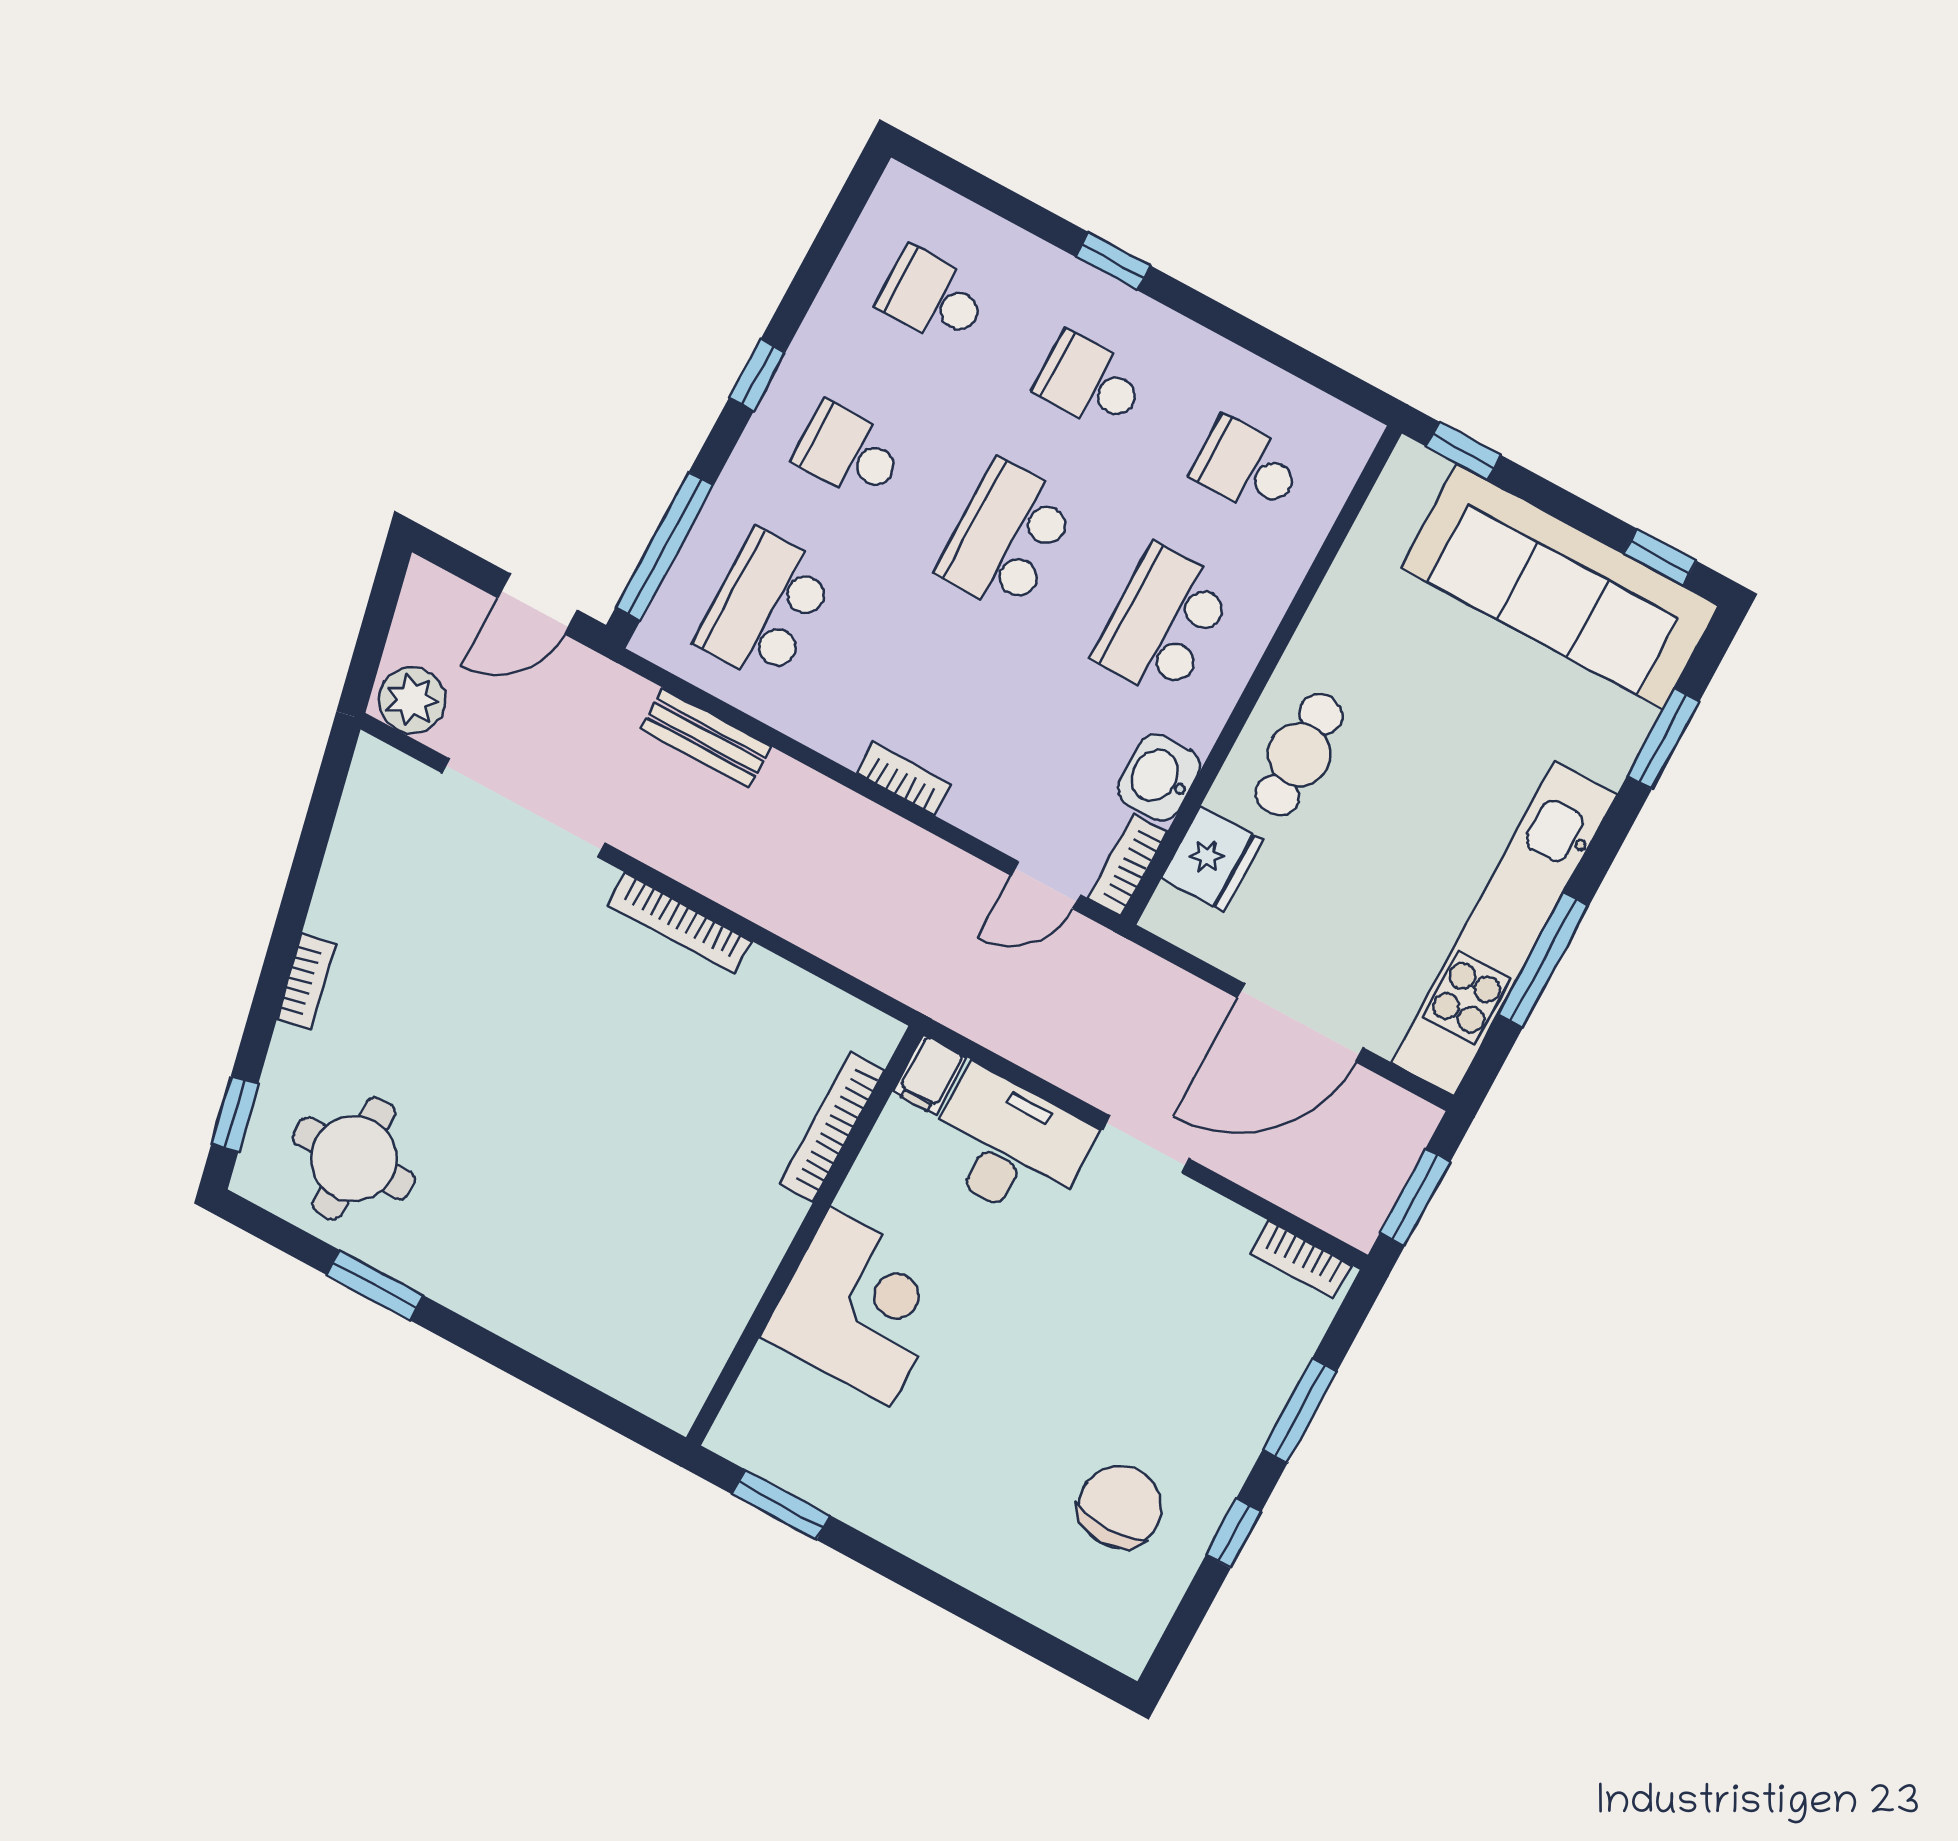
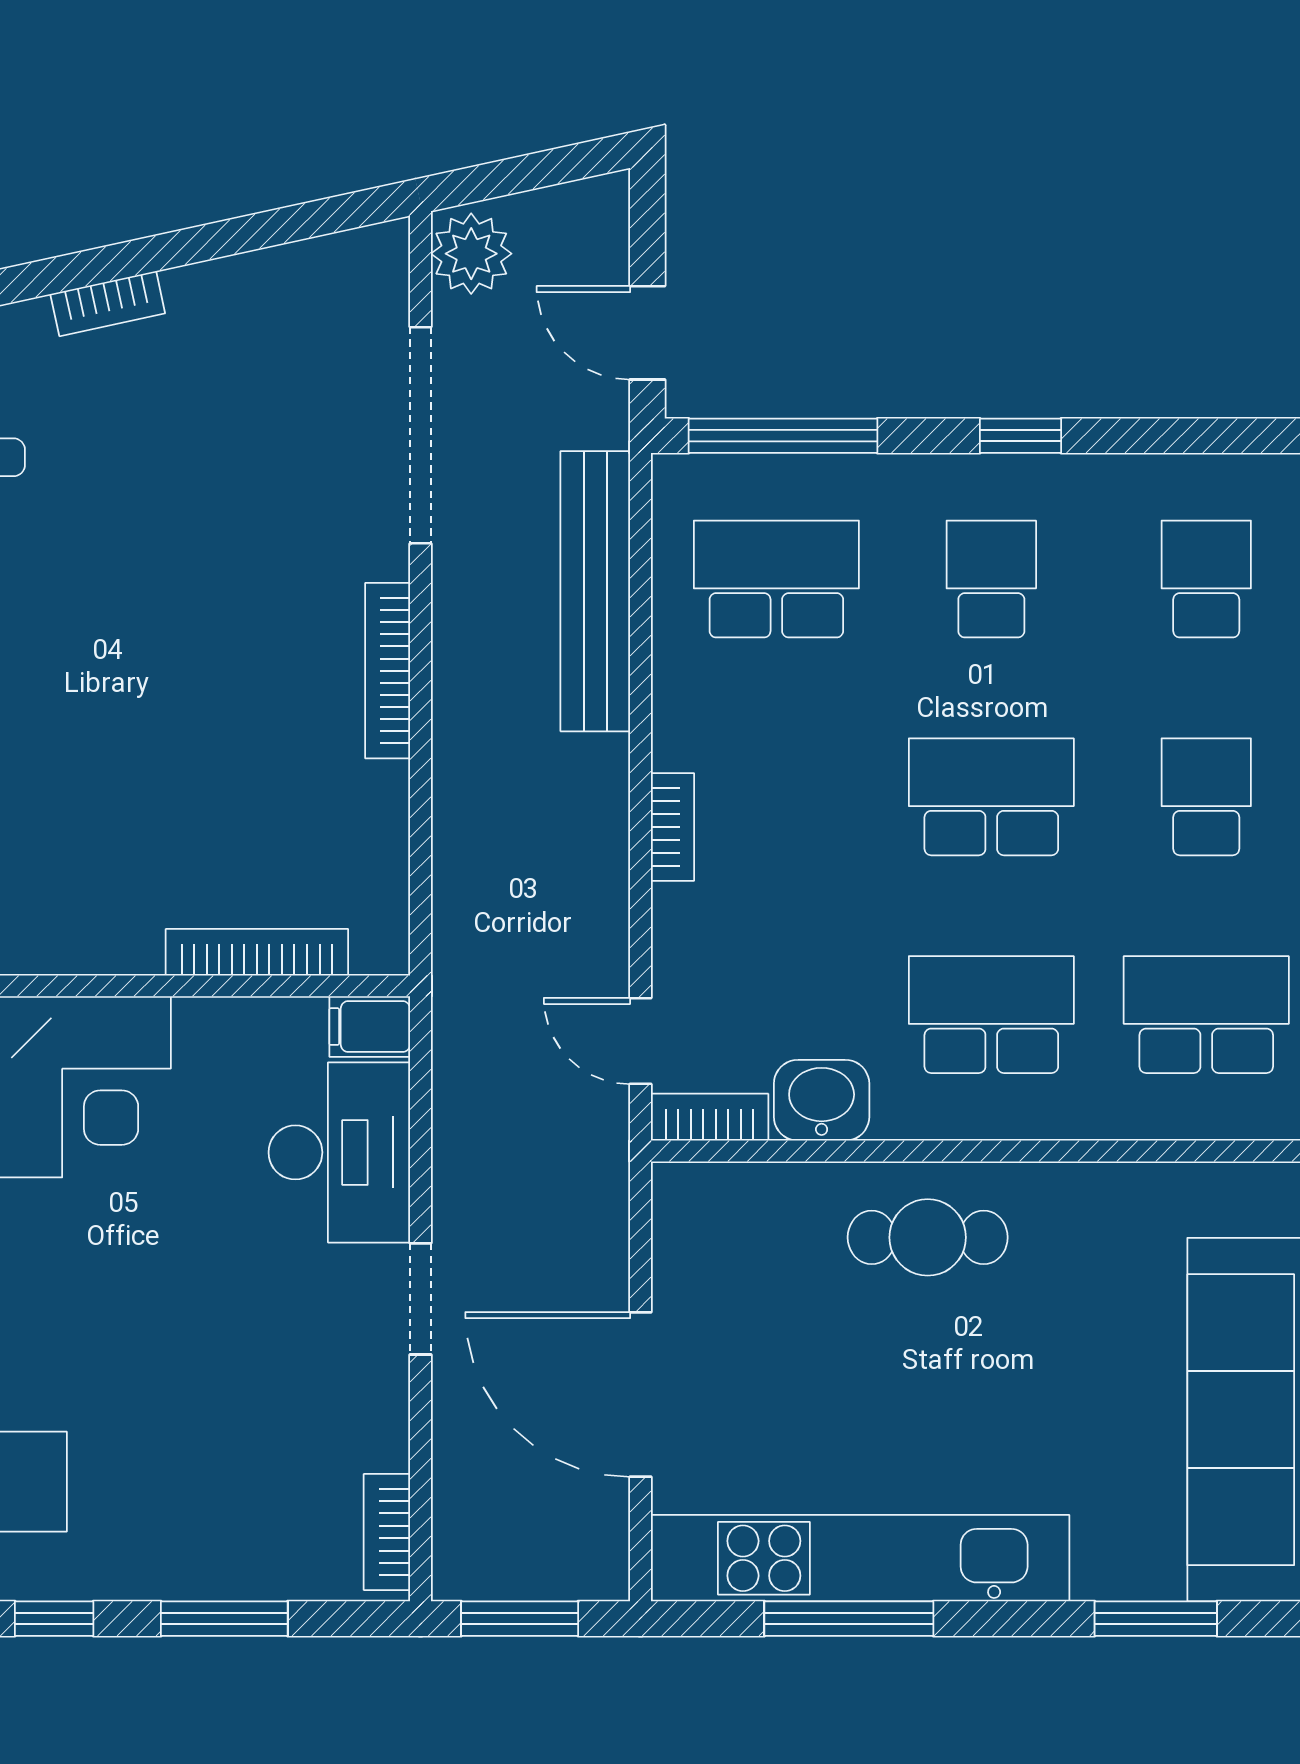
school desk: (1247, 467) -> (1206, 1015), width x1.85
bench: (706, 738) -> (595, 591), width x1.86, depth x1.21
fridge: (1212, 859) -> (765, 1205), removed

